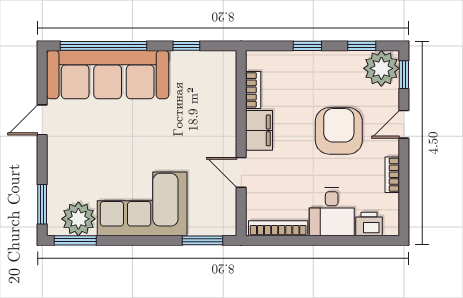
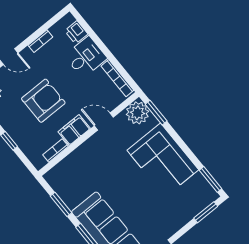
window: (186, 46) -> (61, 204), width x1.50
armchair: (339, 131) -> (43, 101), moved, turned 180
door: (241, 172) -> (104, 121), swing flipped
plant: (78, 219) -> (137, 113), moved

